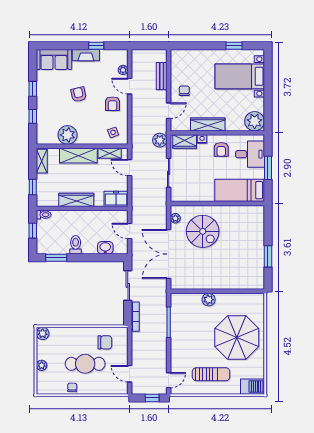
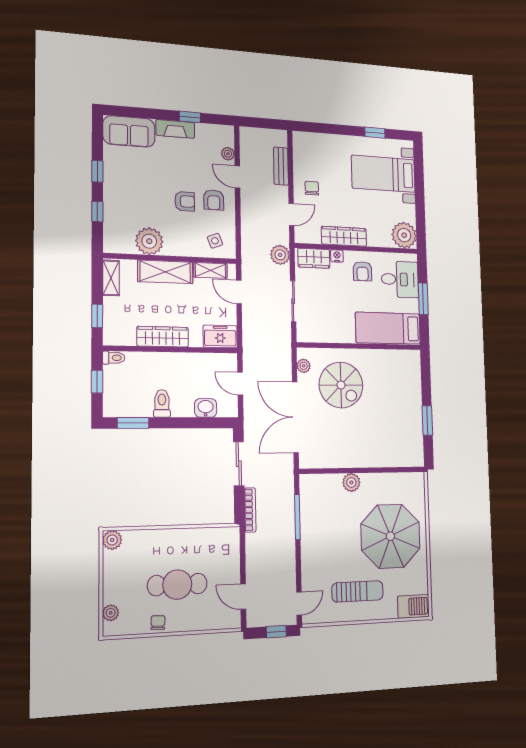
armchair: (79, 94) -> (185, 201), moved, turned 103
chair: (105, 342) -> (206, 550), removed
plant: (42, 365) -> (111, 613), moved

